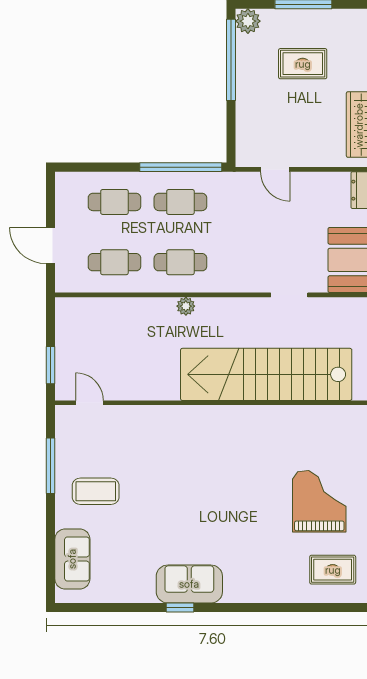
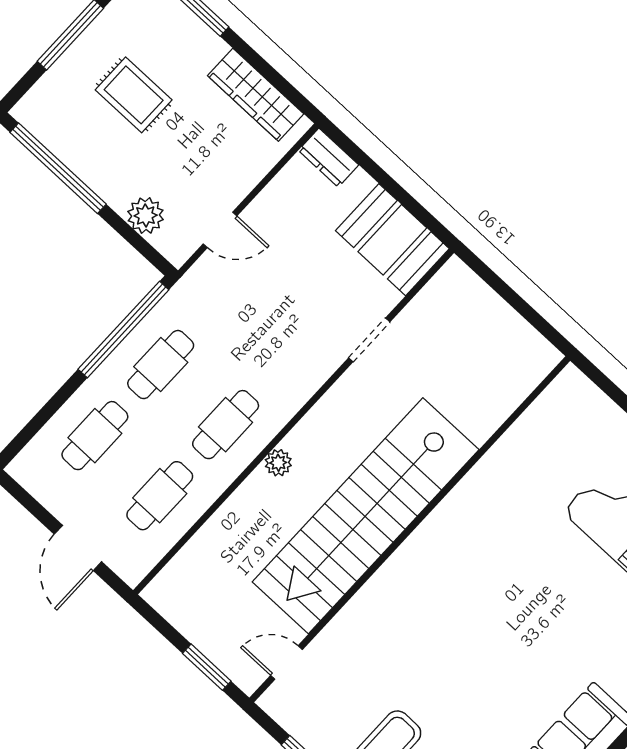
plant: (248, 21) -> (146, 216), moved
rug: (303, 64) -> (134, 95), turned 90
door: (51, 246) -> (78, 548), hinge flipped
stairs: (266, 374) -> (366, 516), moved

